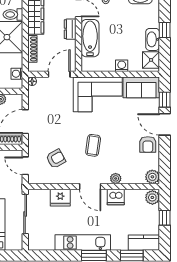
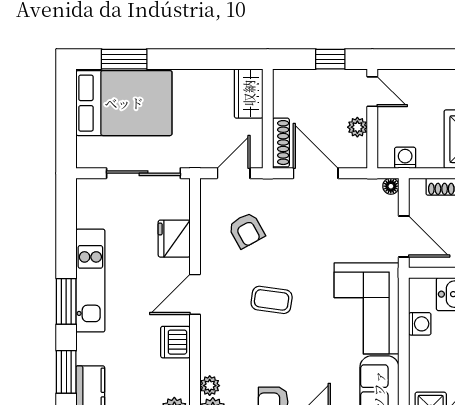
washing machine: (122, 66) -> (420, 324), moved
plant: (116, 178) -> (210, 386), moved

